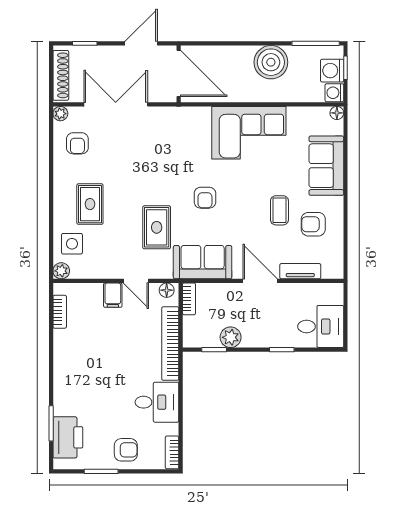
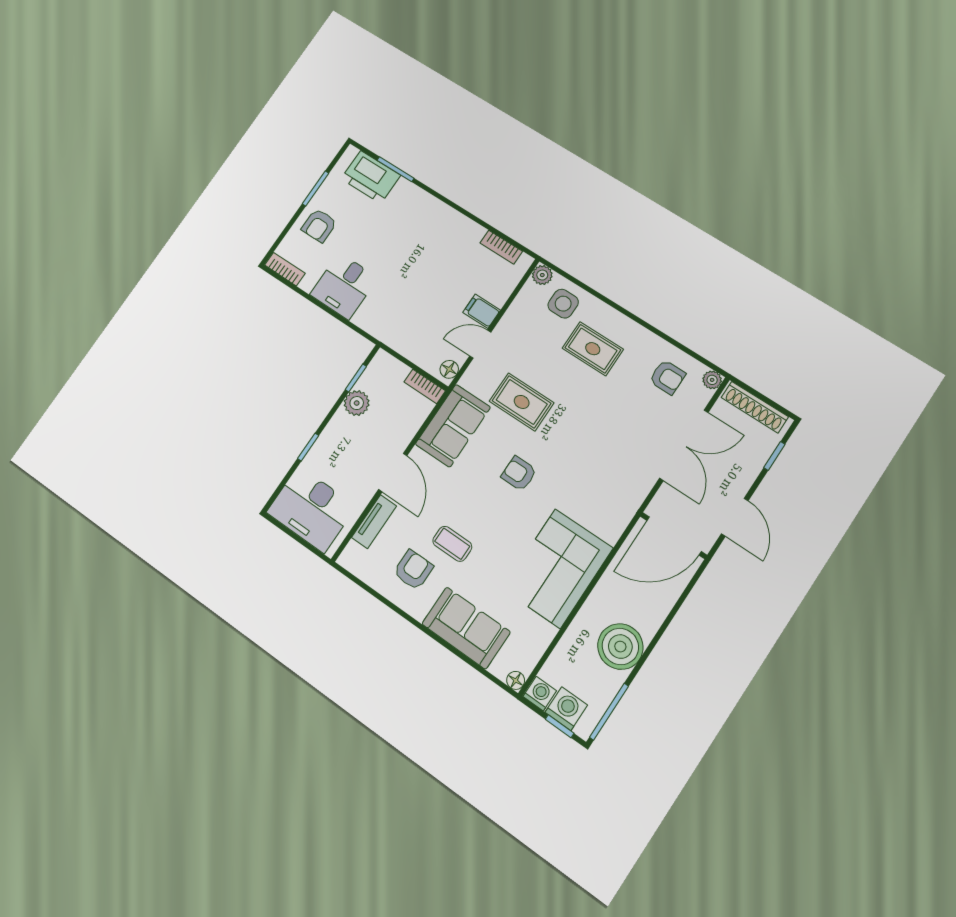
armchair: (77, 143) -> (667, 377), turned 180
door: (260, 281) -> (393, 473), hinge flipped
desk: (321, 326) -> (311, 509), width x1.37
bookcase: (170, 344) -> (393, 338), removed

